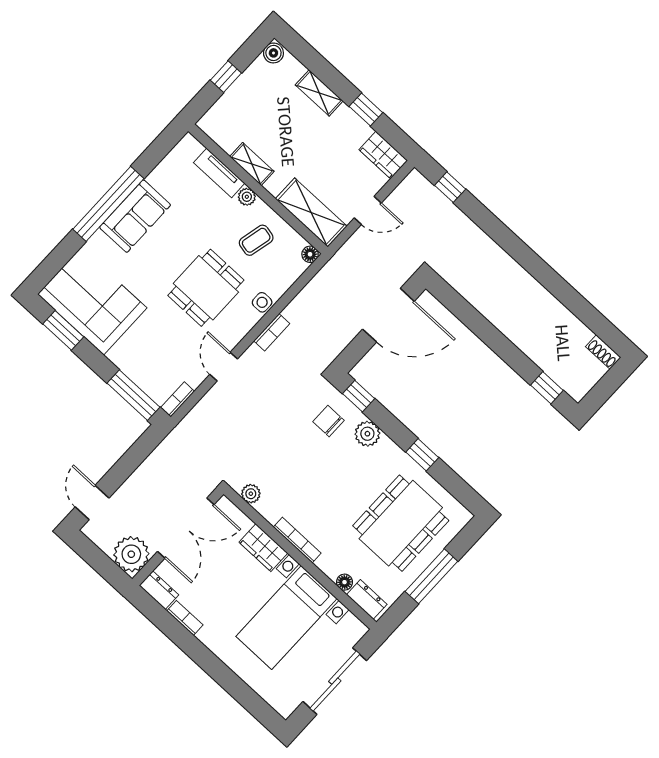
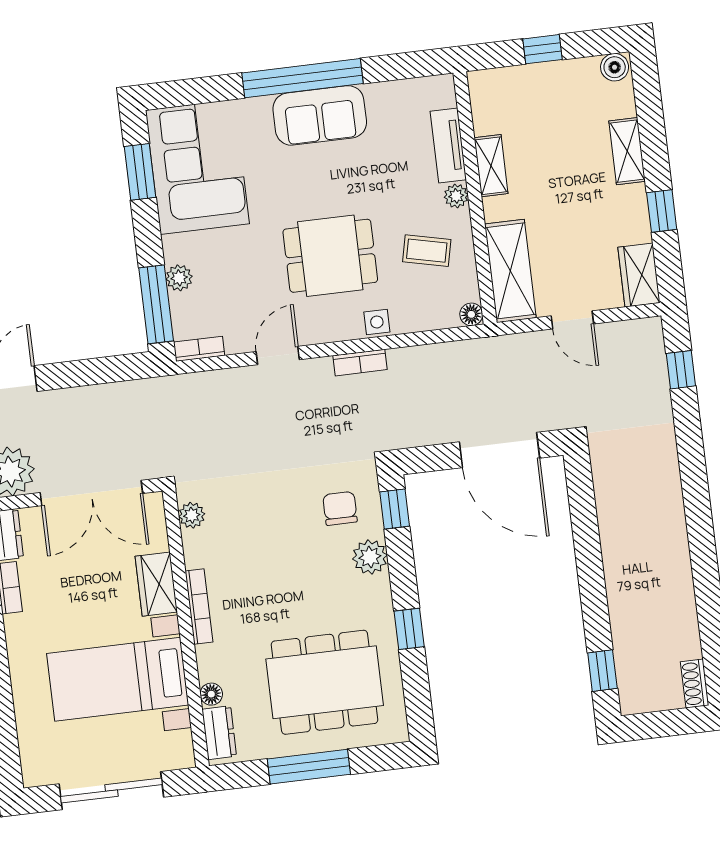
plant: (134, 370) -> (179, 278), added

